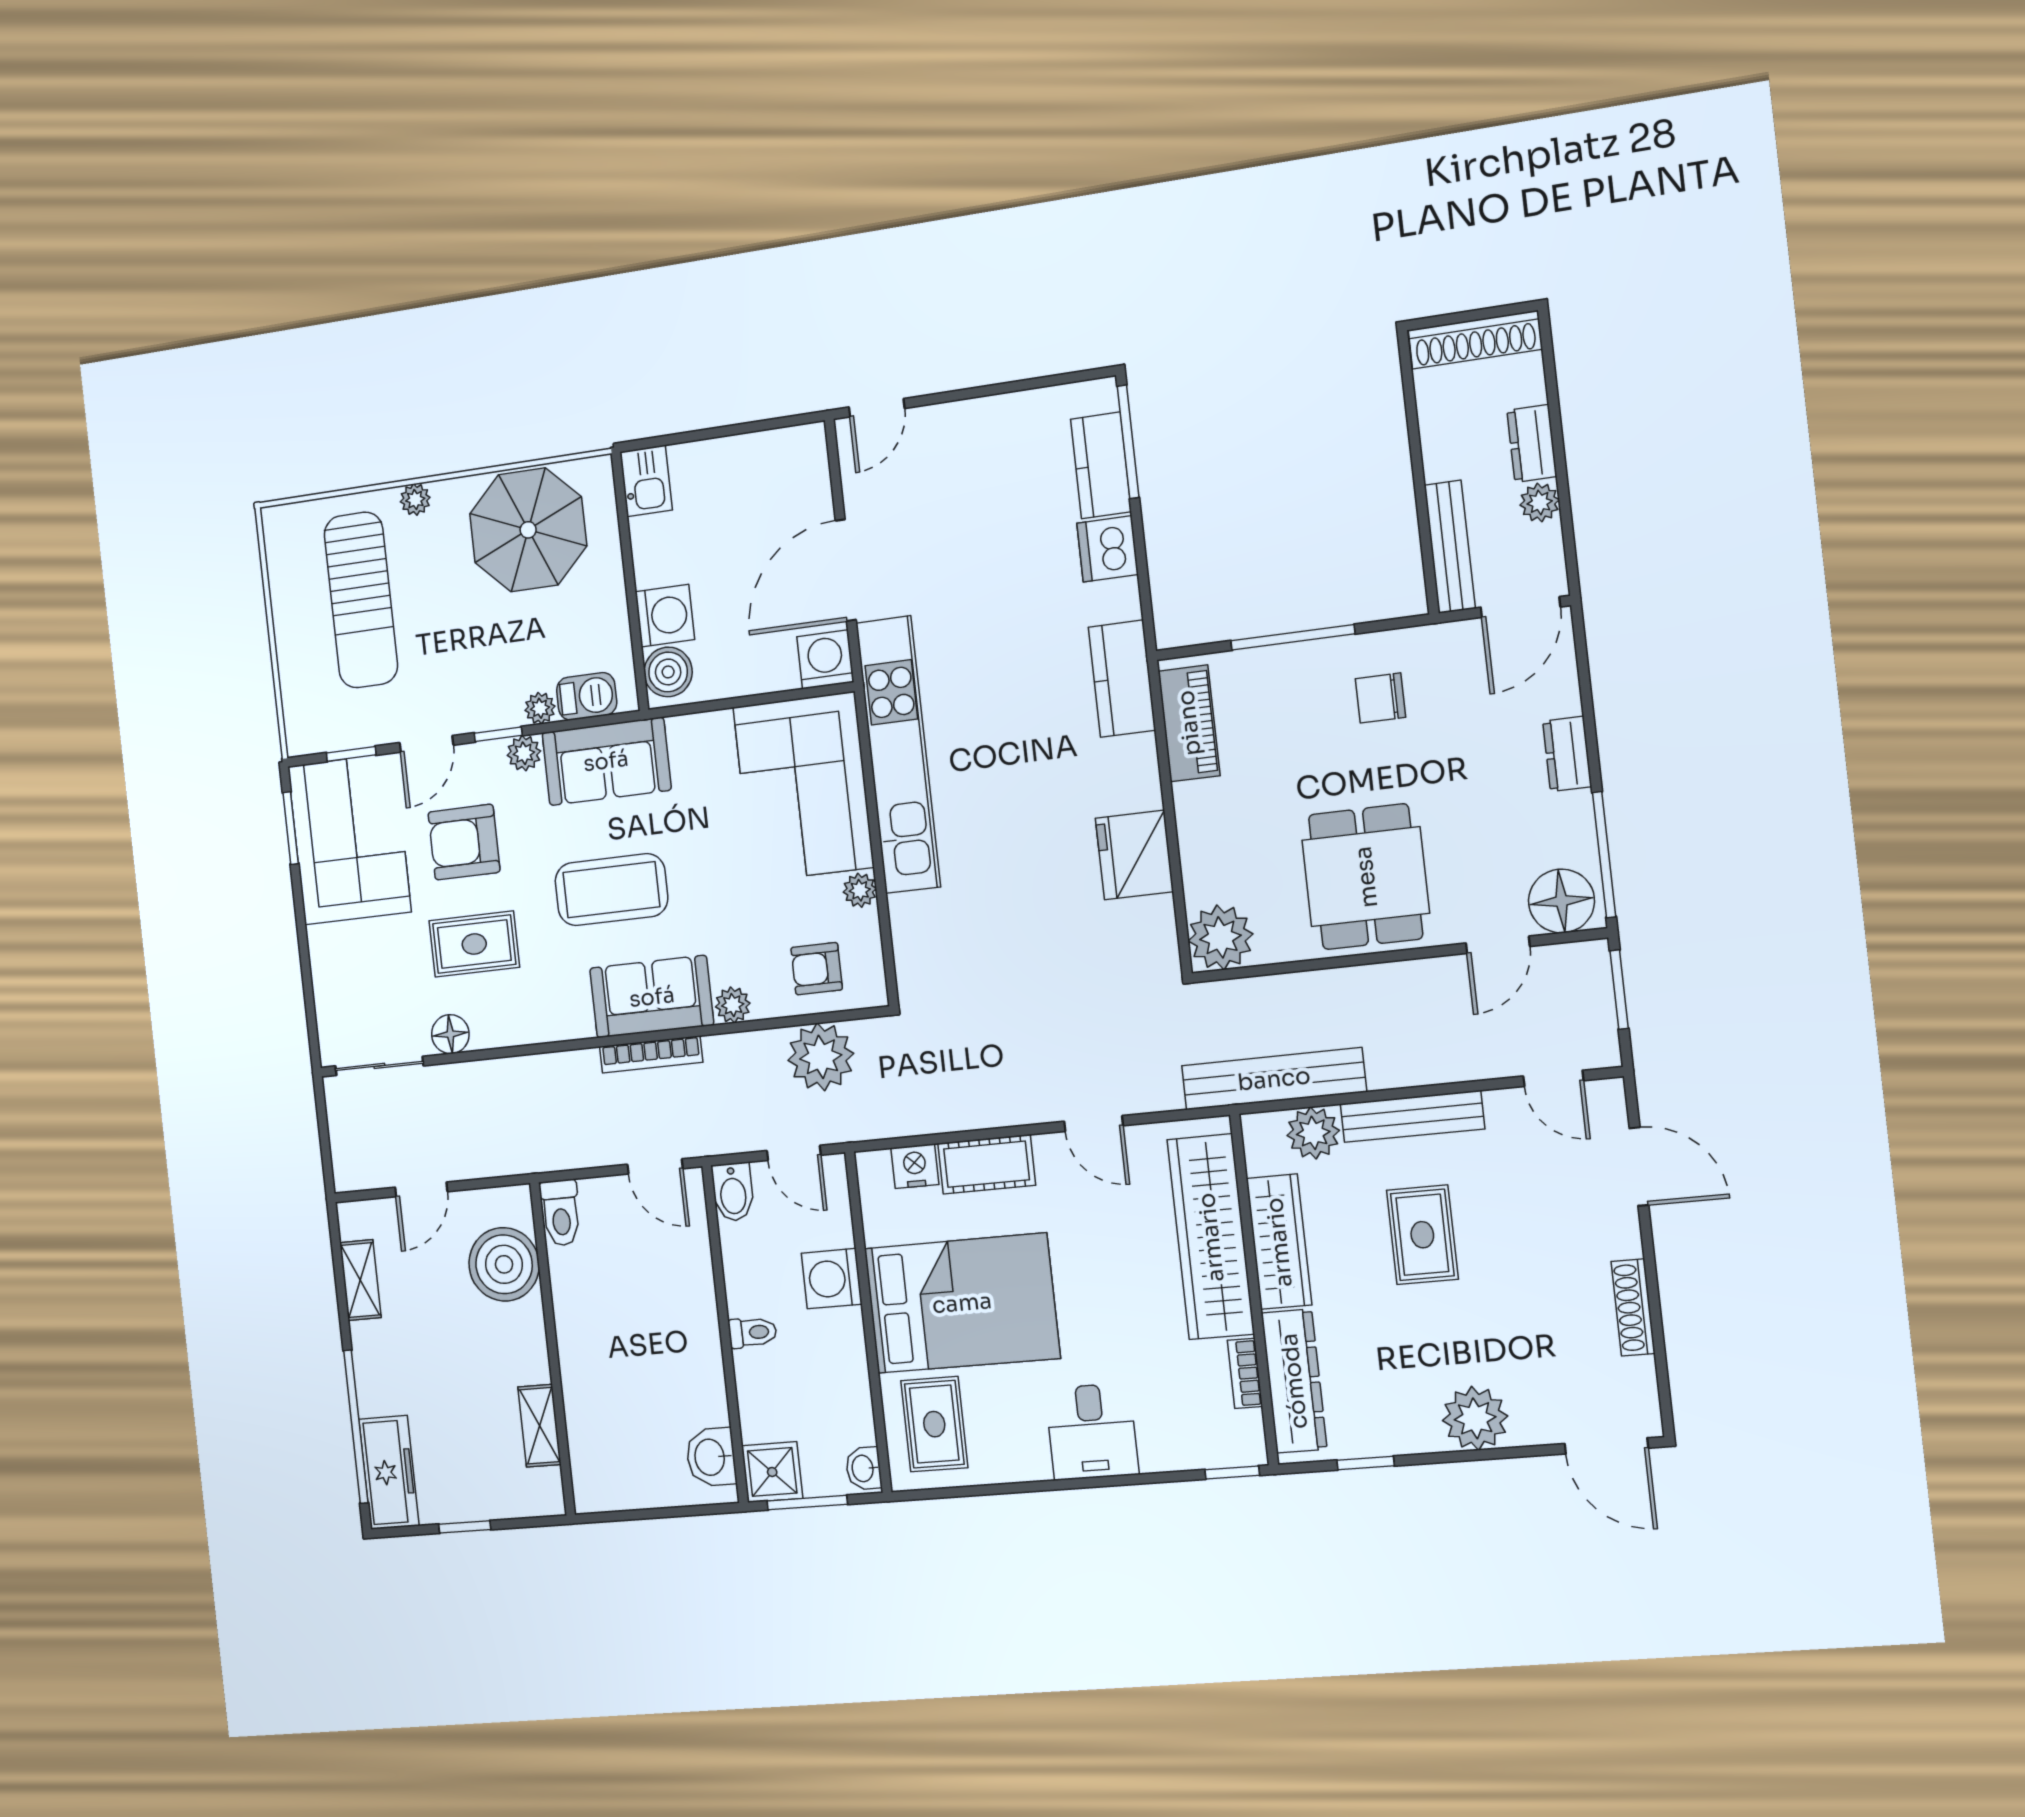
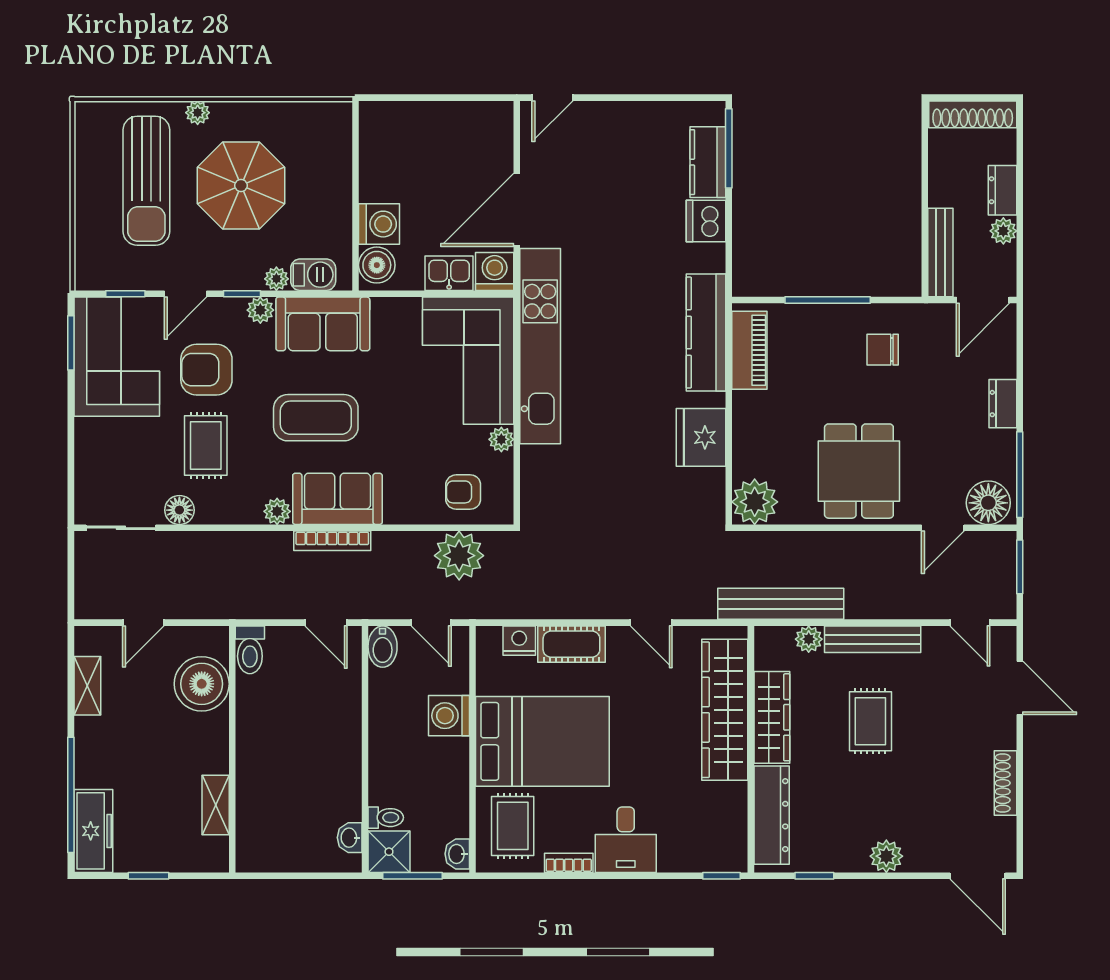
kitchen sink: (646, 481) -> (449, 273), moved, turned -90
parasol: (528, 530) -> (241, 186), moved
kitchen counter: (1122, 679) -> (706, 333), width x1.50
rug: (474, 944) -> (206, 446), turned 90
plant: (733, 1005) -> (277, 511), moved
plant: (1313, 1133) -> (809, 639), width x0.73, depth x0.73
toilet: (753, 1332) -> (386, 818), moved
bookcase: (1245, 1373) -> (569, 863), moved, turned 90
plant: (1475, 1418) -> (886, 856), width x0.73, depth x0.73
washbasin: (711, 1457) -> (350, 838), width x0.72, depth x0.69

